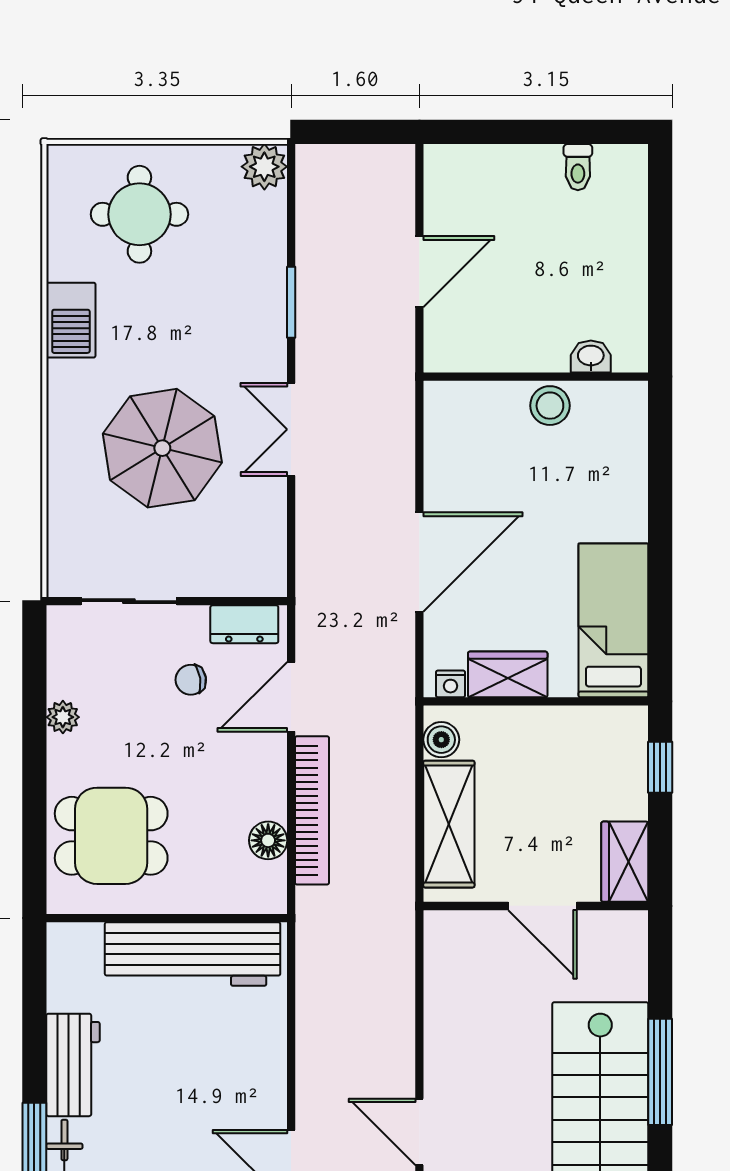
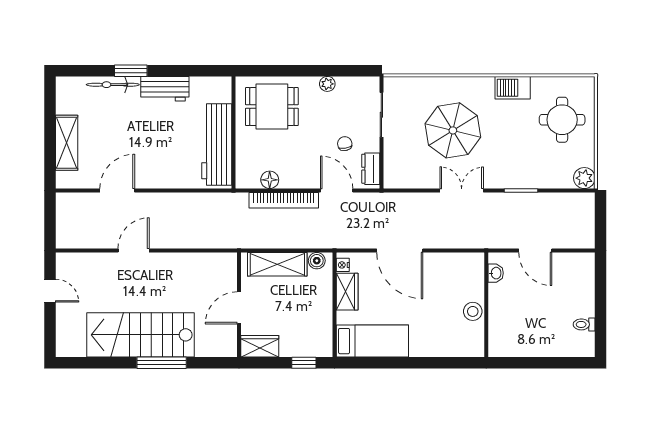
washbasin: (591, 356) -> (496, 273), moved
dining table: (111, 836) -> (272, 107), turned 90

